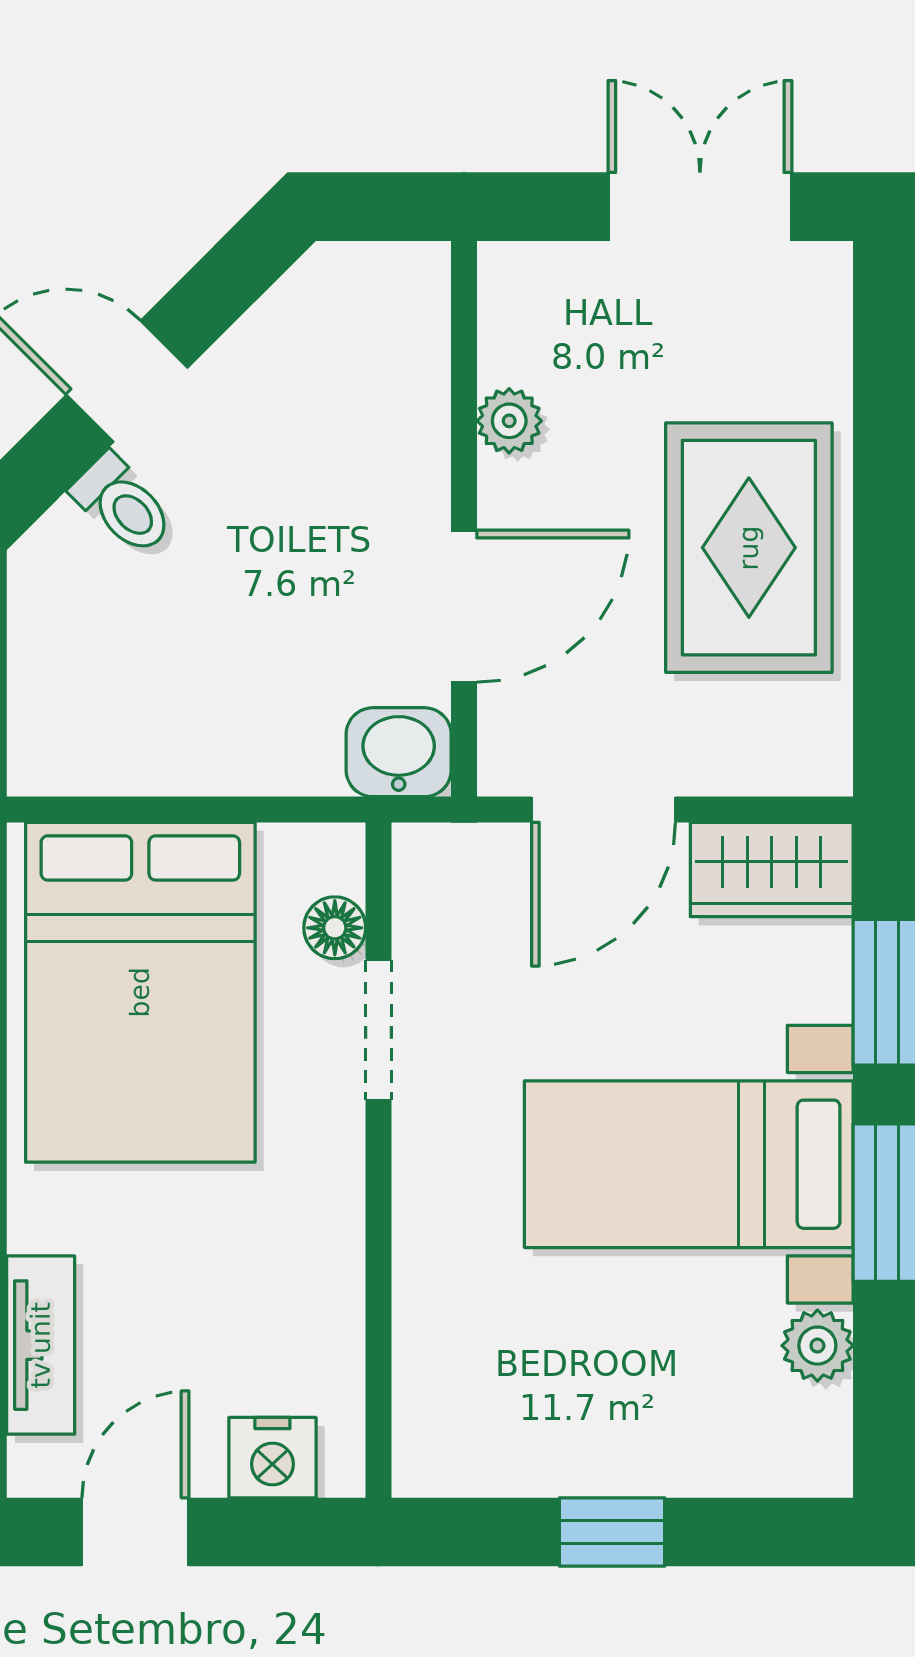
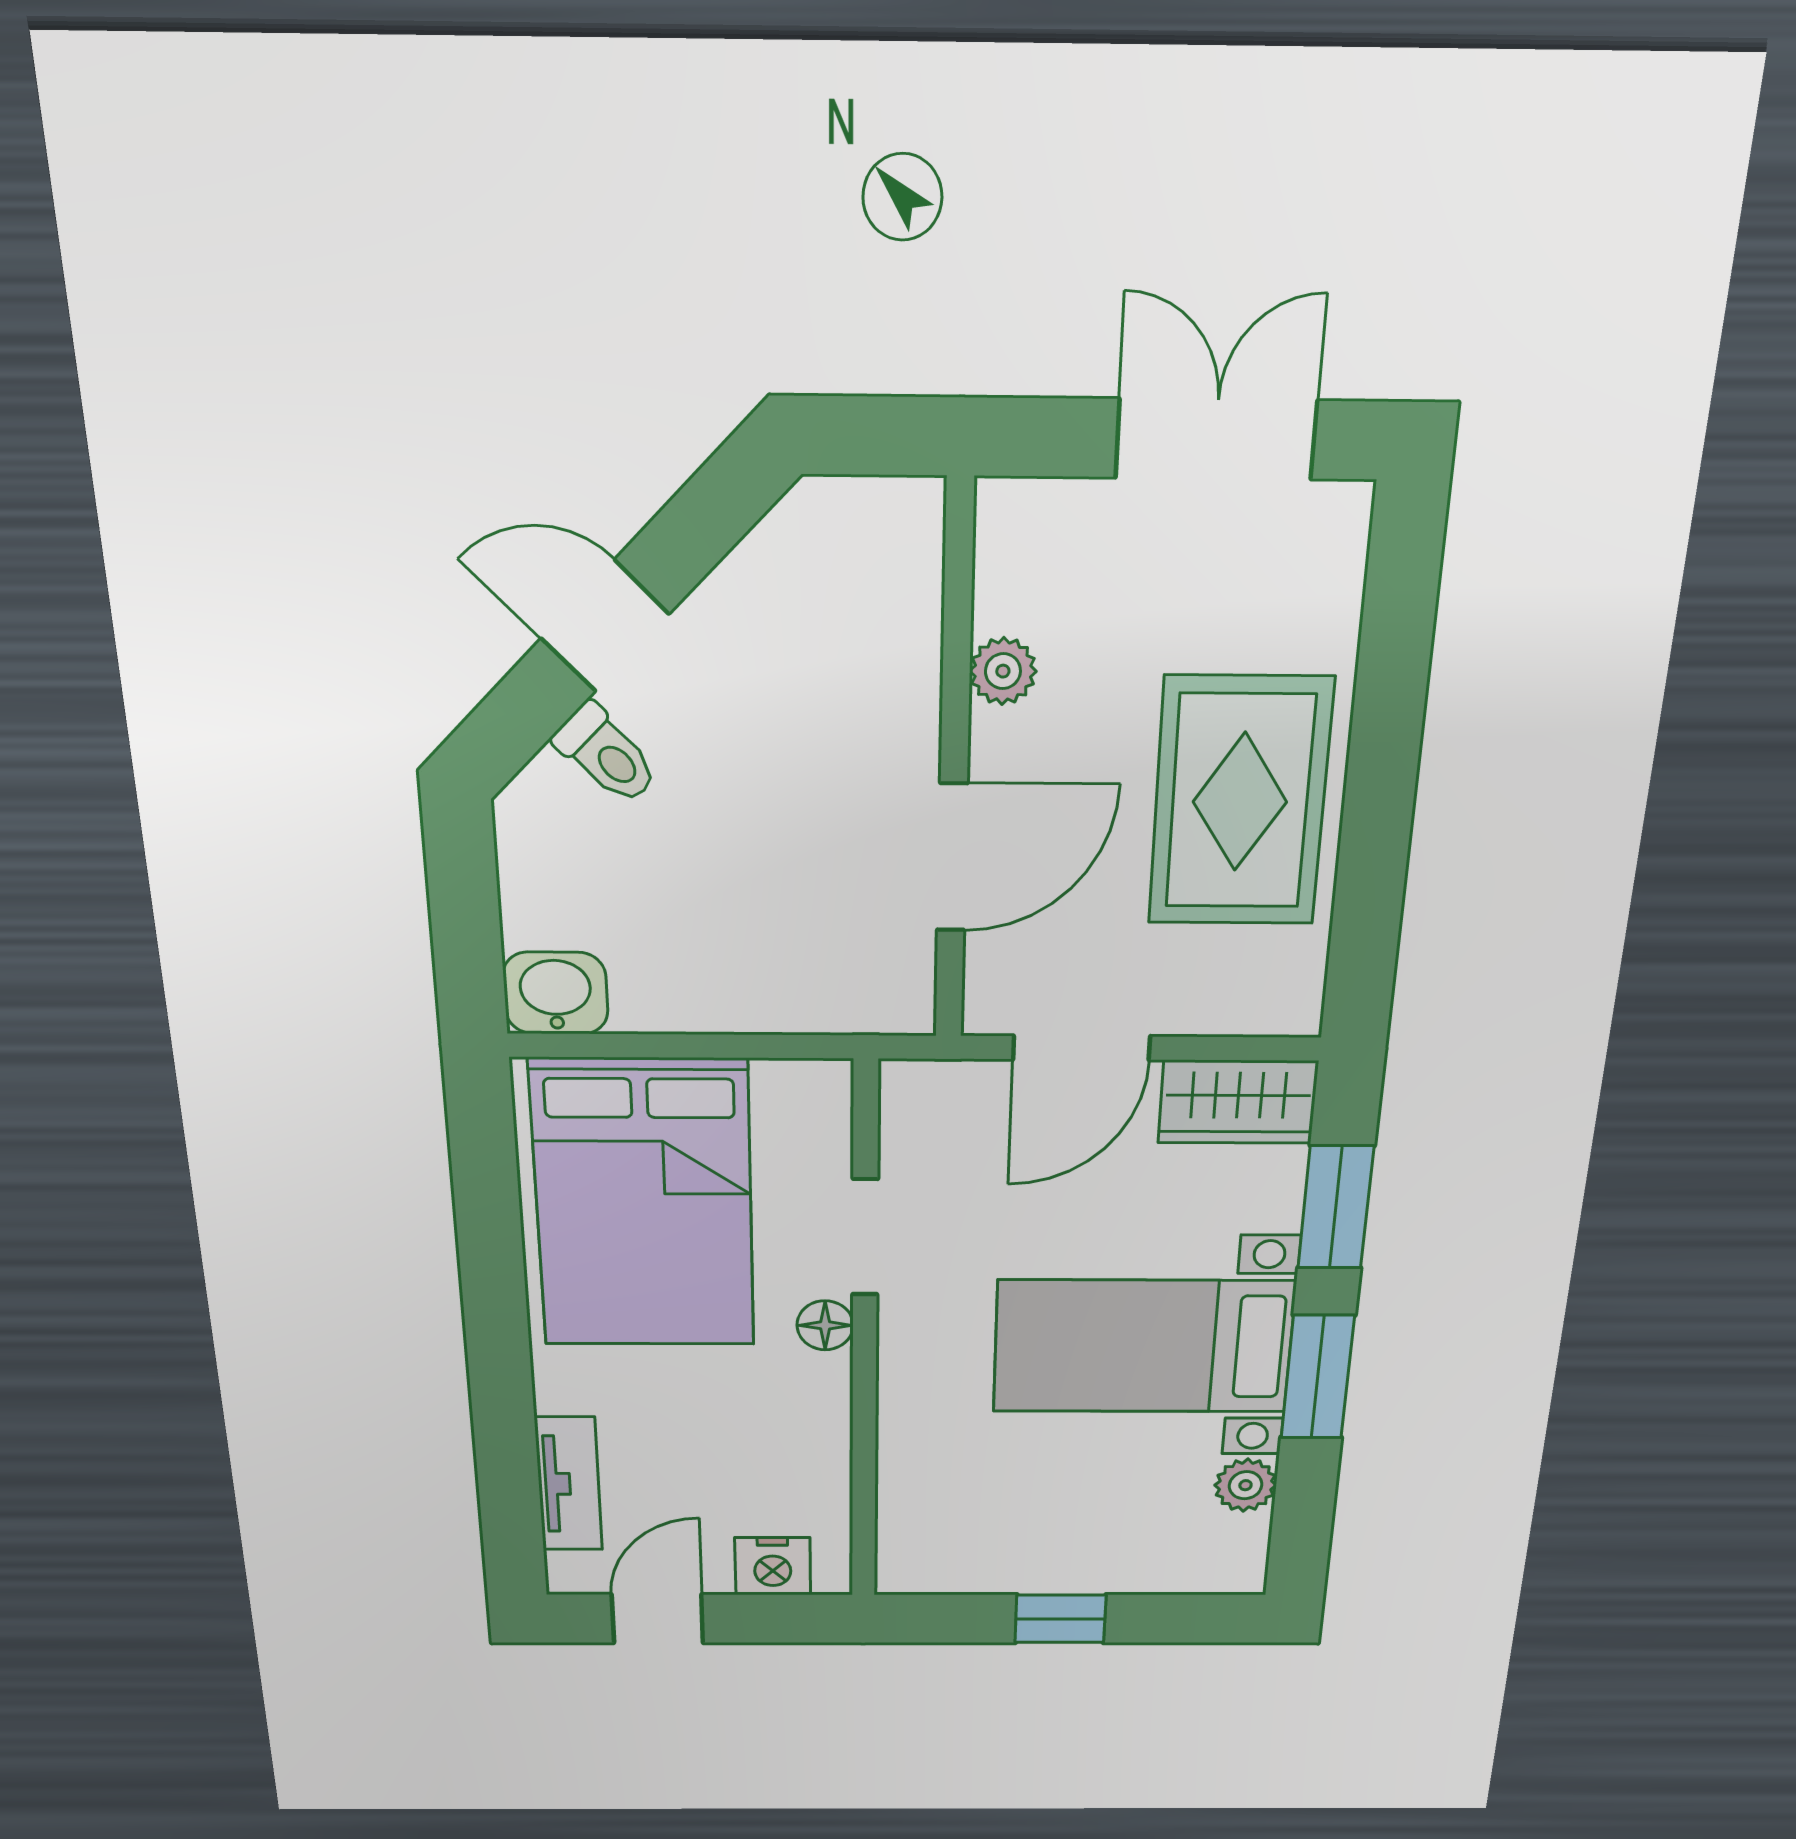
washbasin: (399, 752) -> (556, 993), moved
floor lamp: (335, 928) -> (825, 1325), moved

